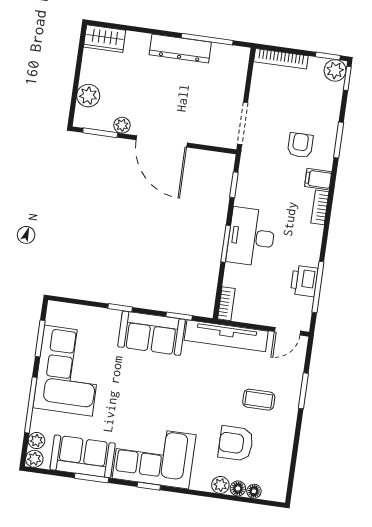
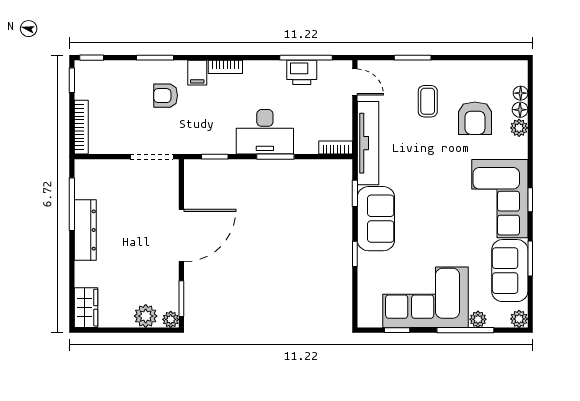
plant: (335, 70) -> (85, 71), removed
plant: (122, 125) -> (171, 319), moved
window: (40, 339) -> (397, 330), width x0.67
plant: (36, 441) -> (478, 319), moved

